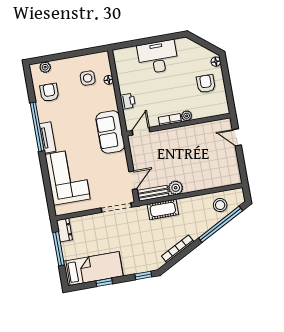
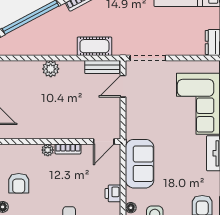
printer: (128, 101) -> (113, 193), moved
sofa: (110, 132) -> (140, 164), moved
plant: (176, 188) -> (51, 69), moved
stool: (220, 205) -> (27, 40), removed

